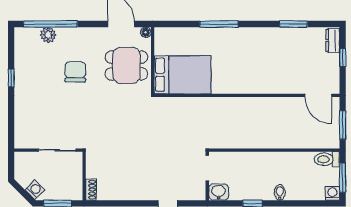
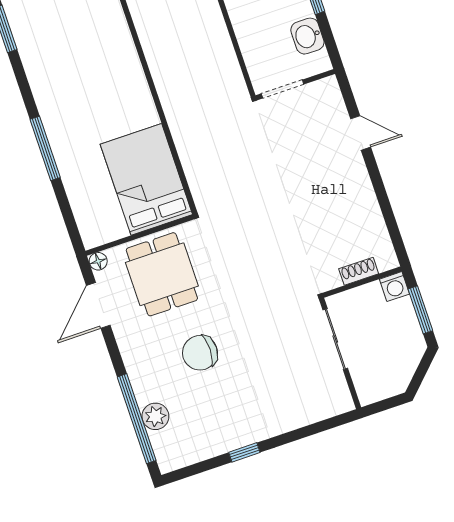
washing machine: (35, 190) -> (394, 287), moved, turned -135
shoe rack: (91, 190) -> (359, 271), moved
washbasin: (219, 192) -> (307, 36), moved

